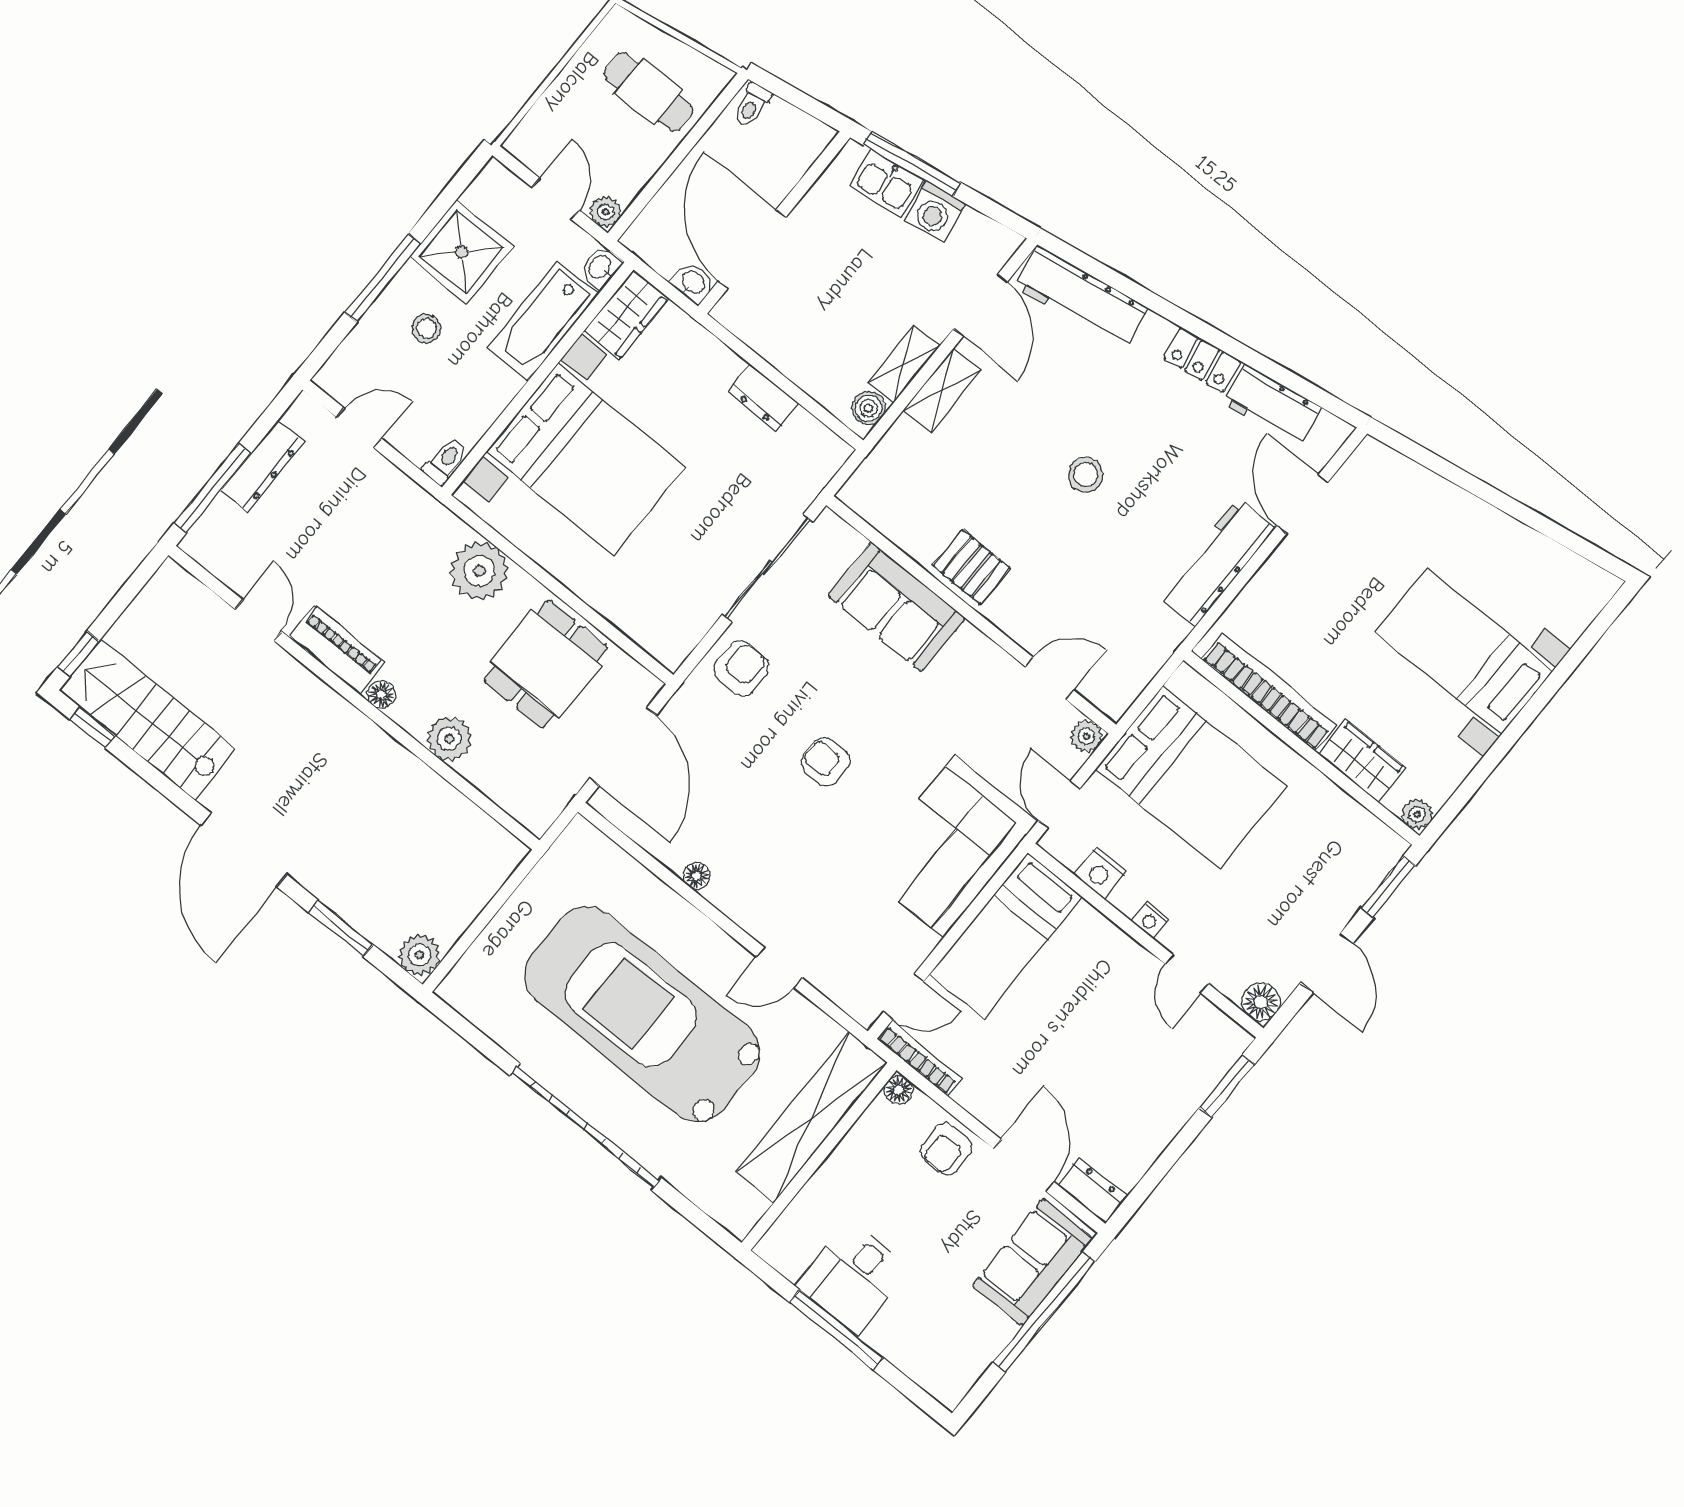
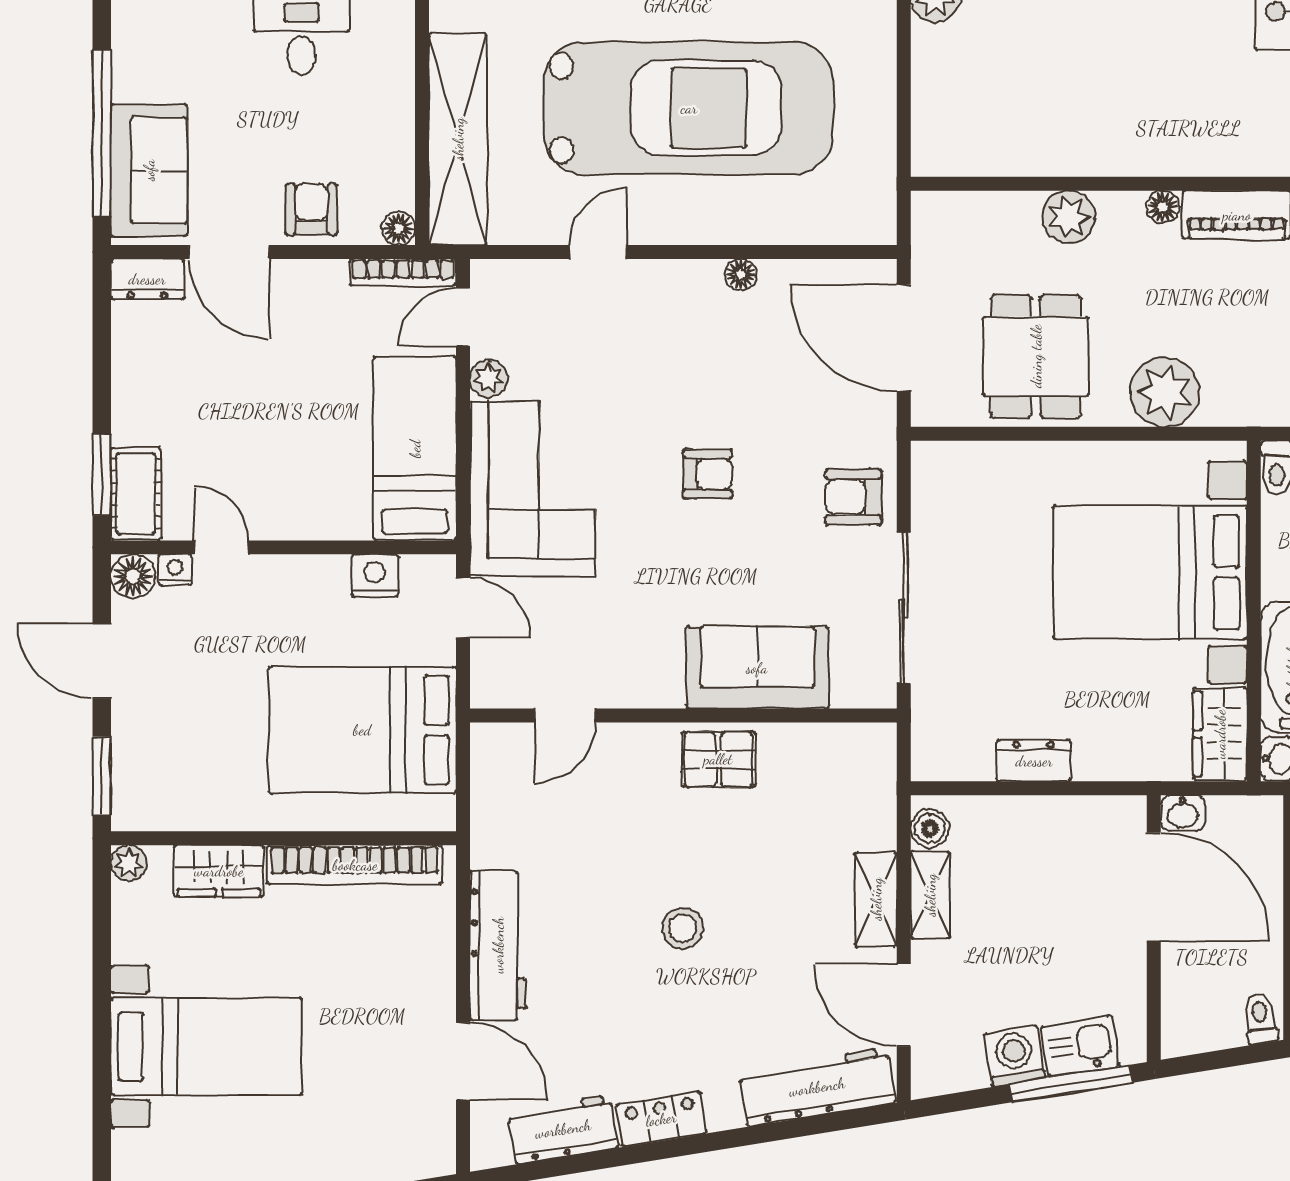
armchair: (742, 668) -> (853, 497), turned 88
plant: (1086, 736) -> (489, 378), moved
nightstand: (1151, 920) -> (175, 570), moved
cot: (1215, 1055) -> (136, 494), added

